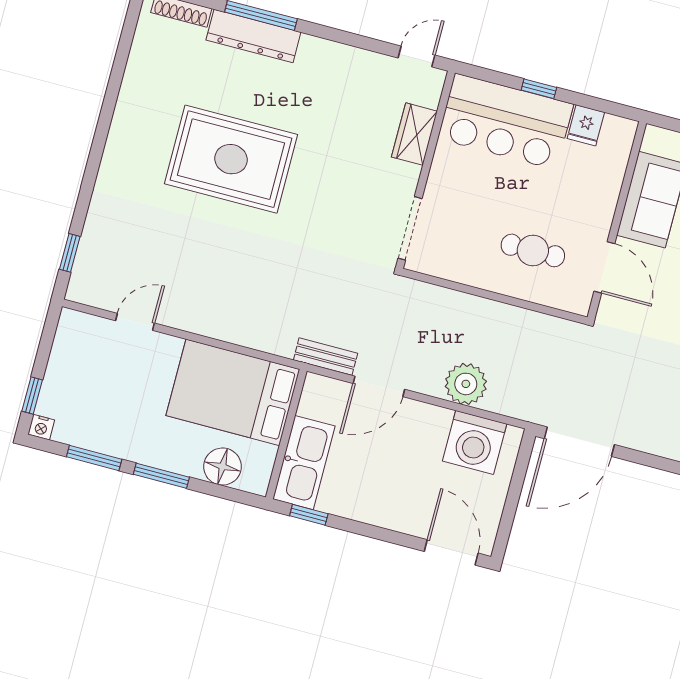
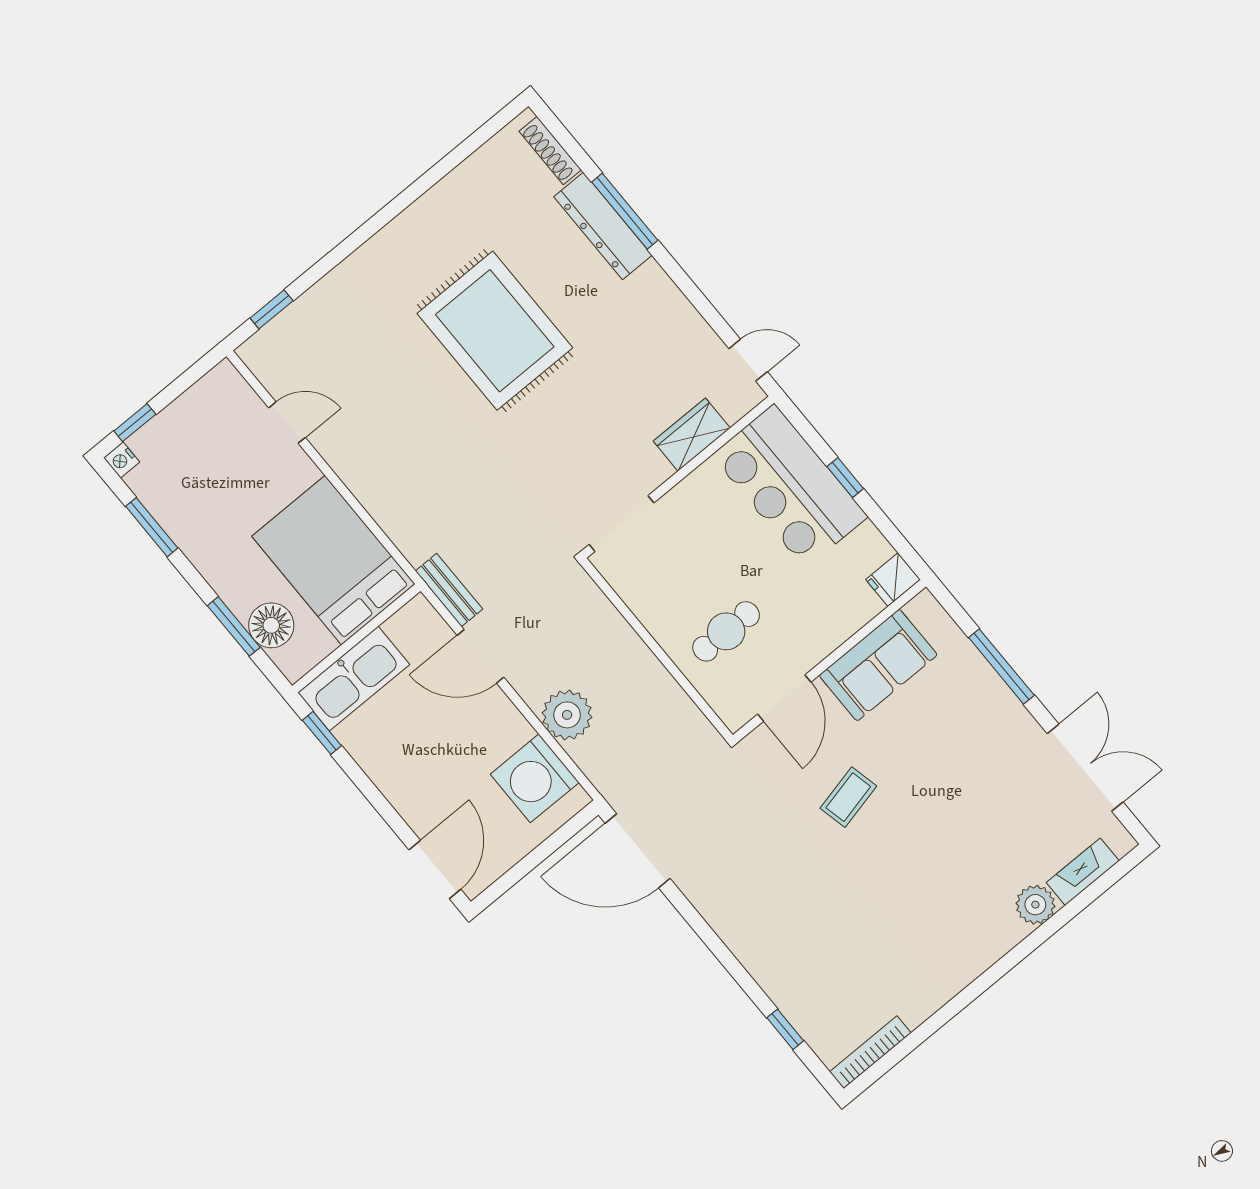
fridge: (586, 125) -> (893, 580), moved
cafe table: (533, 250) -> (726, 631), turned 90
window: (161, 476) -> (234, 626), moved

